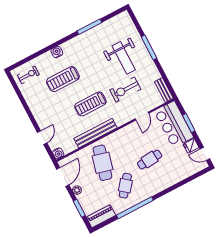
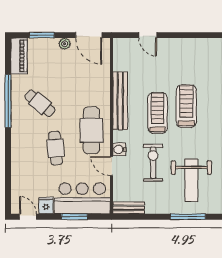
weight bench: (124, 58) -> (191, 180), turned -90
treadmill: (63, 79) -> (186, 106), moved
water cooler: (58, 153) -> (119, 149), moved
door: (205, 154) -> (28, 217), hinge flipped
cafe table: (102, 163) -> (91, 130), moved, turned 76

